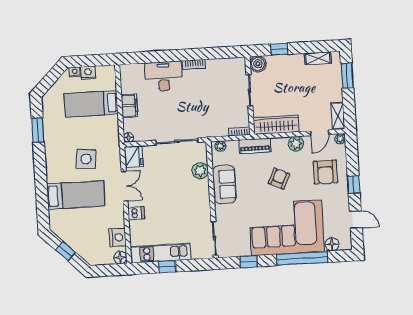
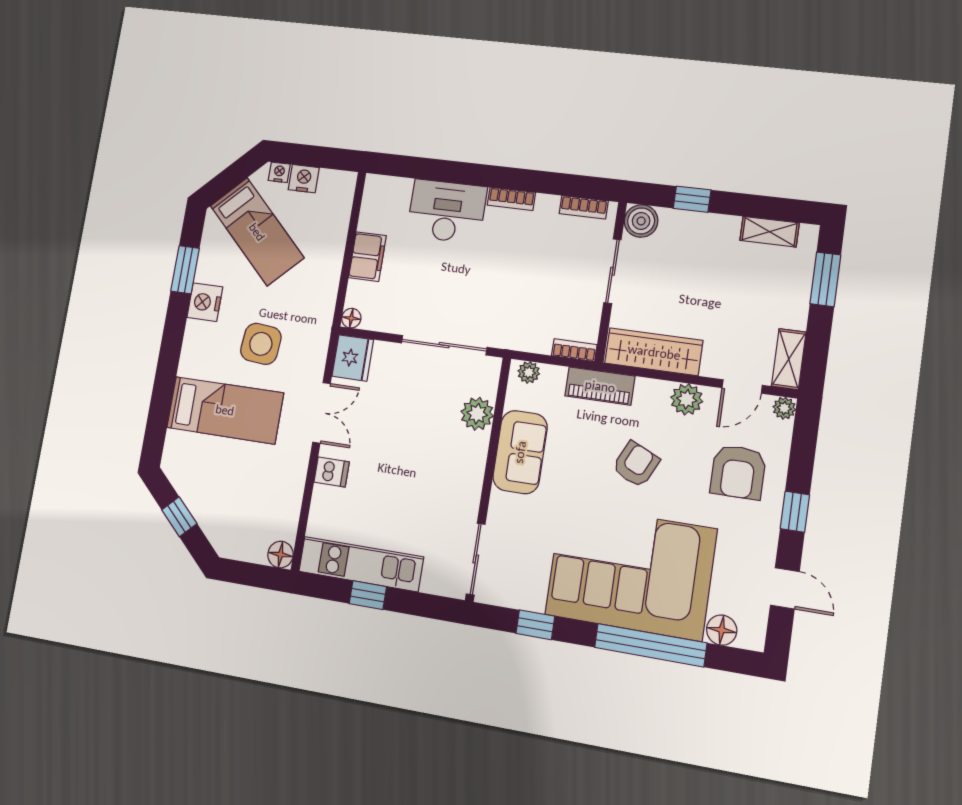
bookcase: (229, 62) -> (584, 207), added
bed: (91, 104) -> (257, 232), moved, turned -135
nightstand: (118, 237) -> (205, 302), moved, turned 180

